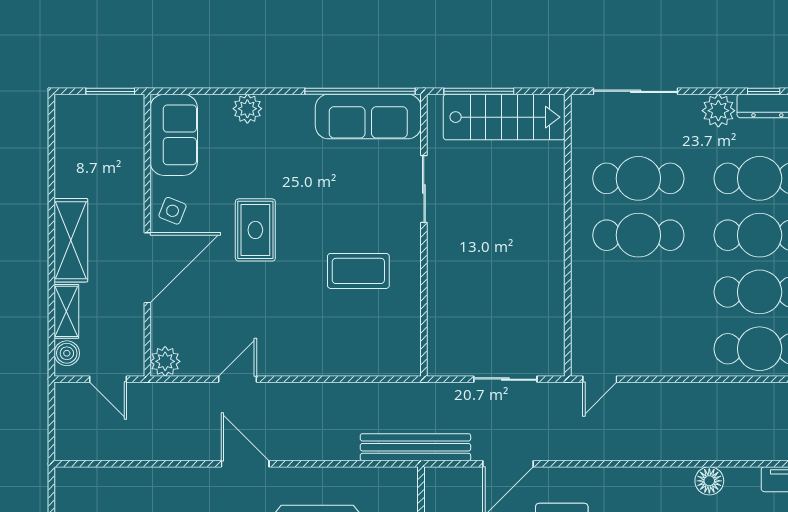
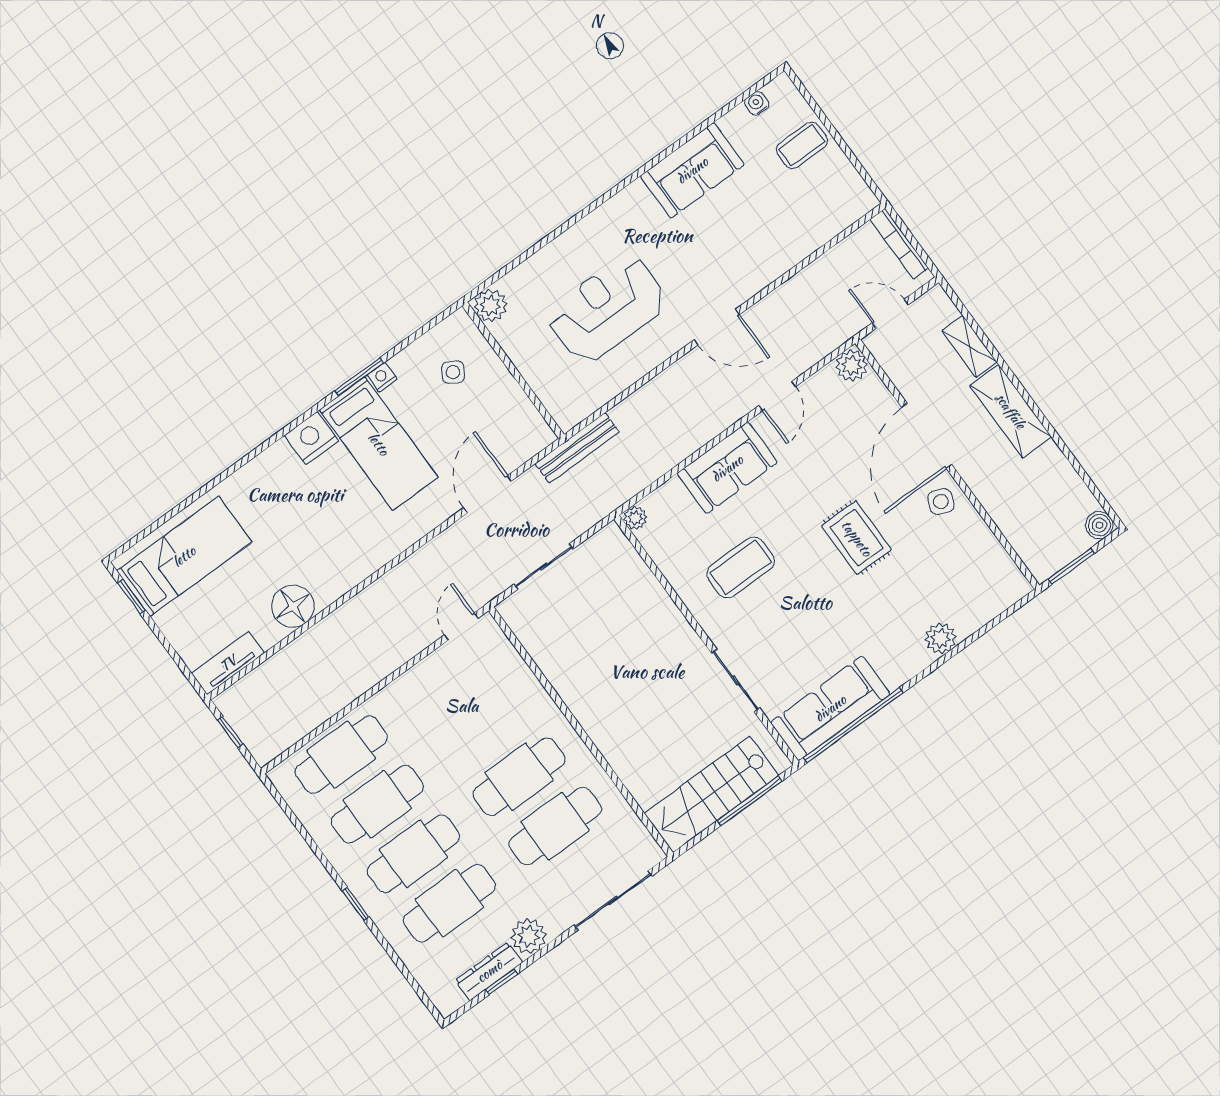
sofa: (174, 135) -> (727, 468), moved, turned -90
boiler: (67, 353) -> (1099, 525), moved
plant: (410, 365) -> (635, 518), added
bookcase: (63, 427) -> (899, 244), added
bench: (415, 447) -> (577, 448), width x0.73, depth x0.82
floor lamp: (709, 481) -> (293, 606), width x1.38, depth x1.38

